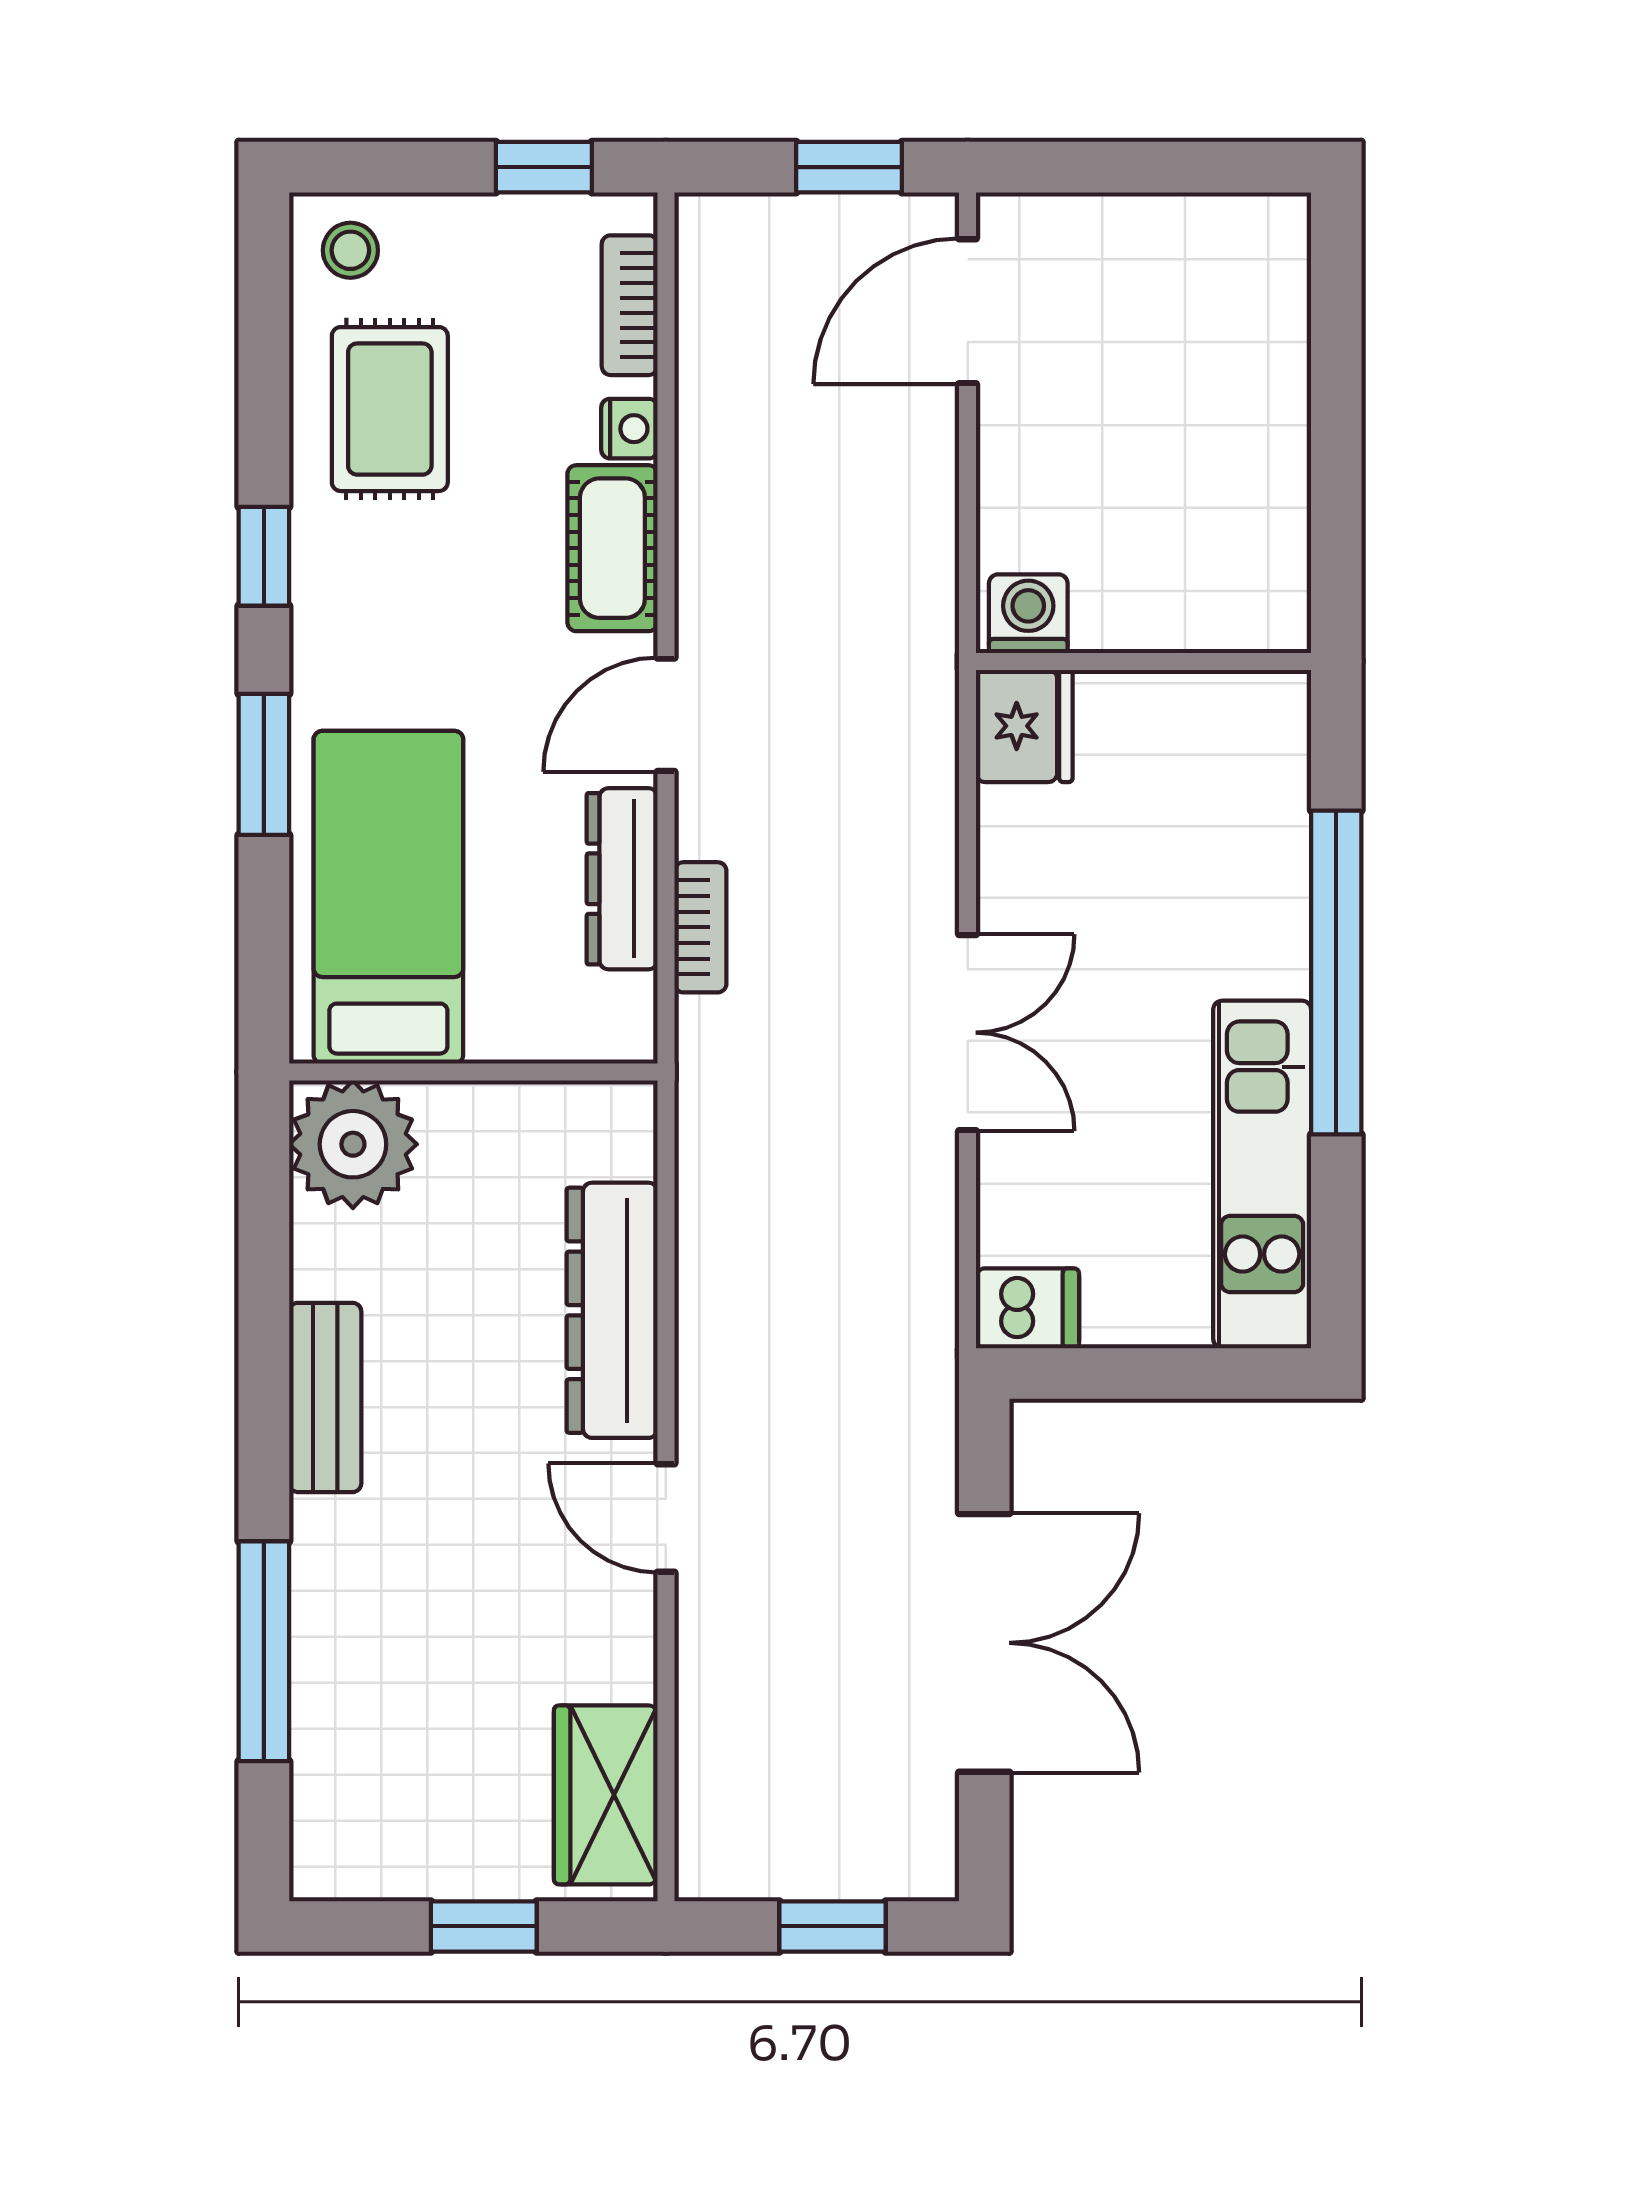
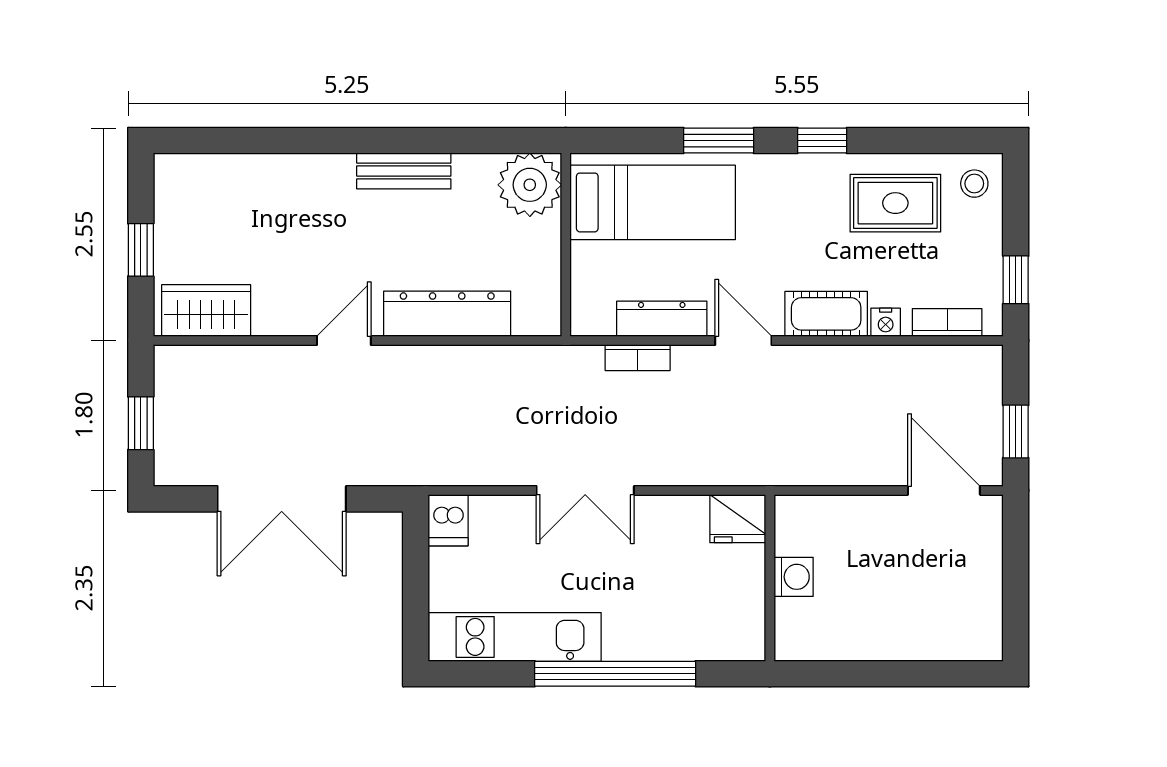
washing machine: (1028, 614) -> (794, 577), moved
window: (264, 1651) -> (278, 141), removed

